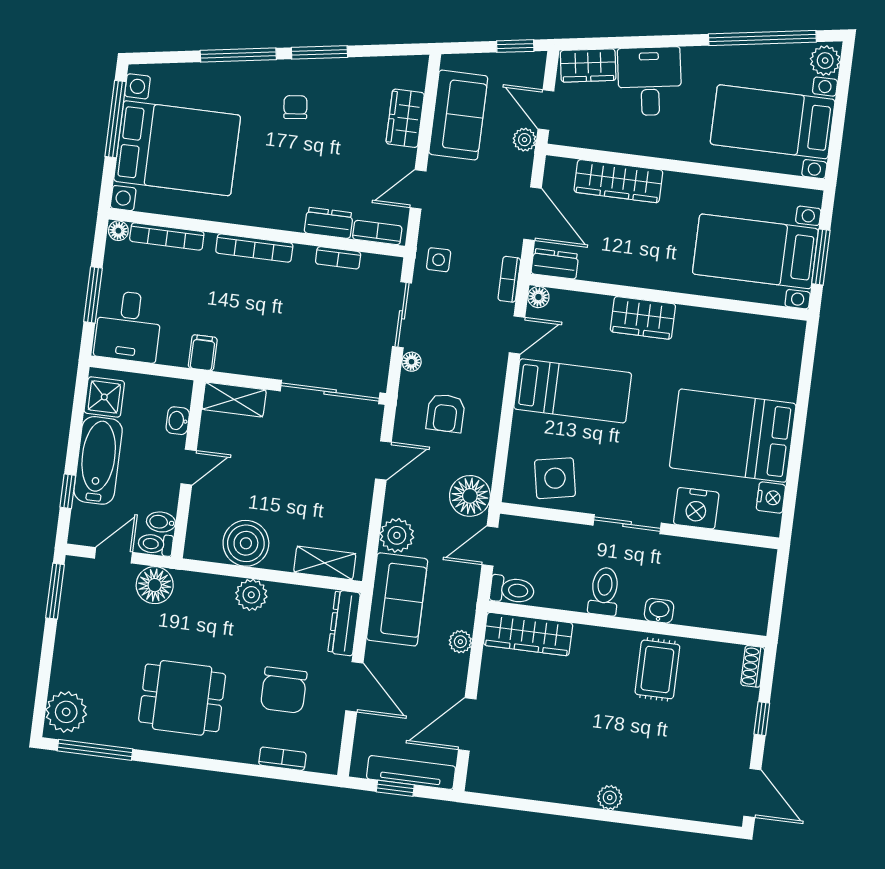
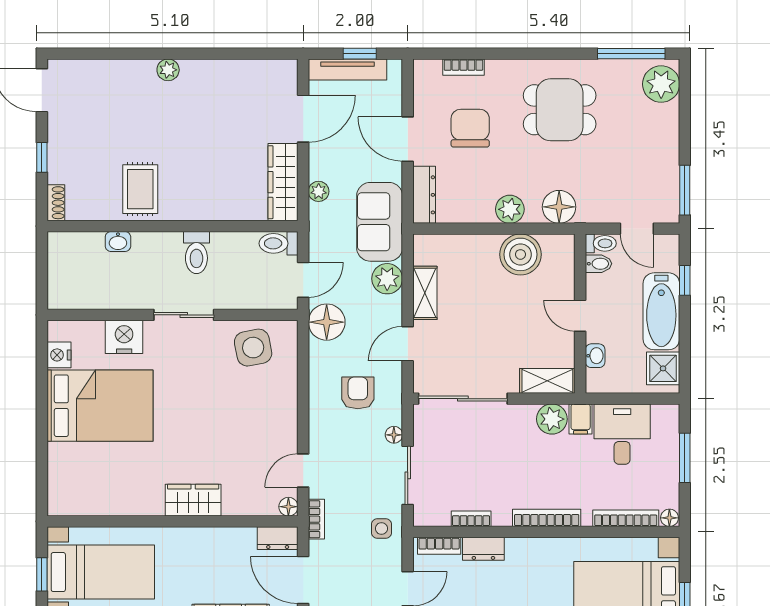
window: (821, 257) -> (42, 574), width x0.67
desk: (128, 326) -> (622, 434), moved
plant: (234, 357) -> (552, 419), added
bed: (573, 391) -> (247, 427), removed
door: (189, 467) -> (580, 316), hinge flipped
door: (113, 555) -> (637, 229), hinge flipped
shelving: (325, 563) -> (425, 293), moved, turned 90
floor lamp: (155, 585) -> (559, 207), moved
washbasin: (659, 611) -> (118, 242), moved
wardrobe: (528, 634) -> (283, 182), moved, turned -90

